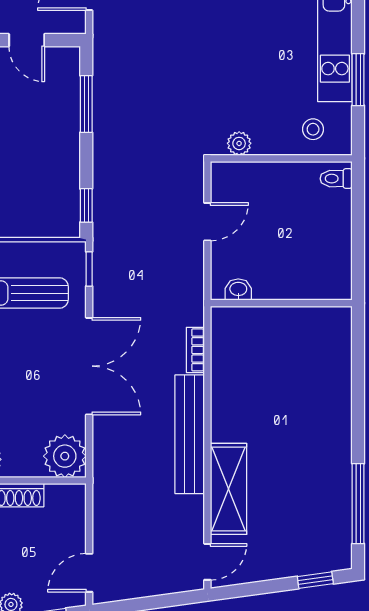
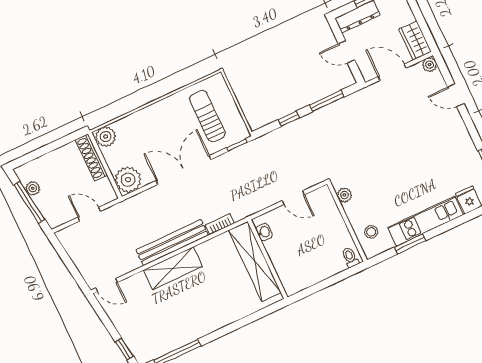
door: (27, 40) -> (347, 52), hinge flipped
window: (86, 205) -> (289, 119), moved
shelving: (276, 324) -> (255, 261), added
double door: (89, 366) -> (184, 170), swing flipped
shelving: (229, 489) -> (173, 268), moved
door: (89, 573) -> (89, 214), moved

